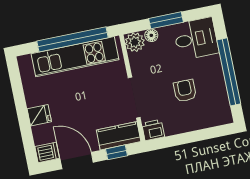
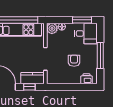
window: (166, 20) -> (82, 20), moved
window: (229, 72) -> (100, 55), width x0.68
printer: (153, 130) -> (87, 79), moved

